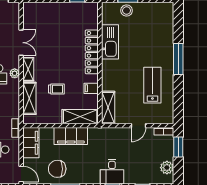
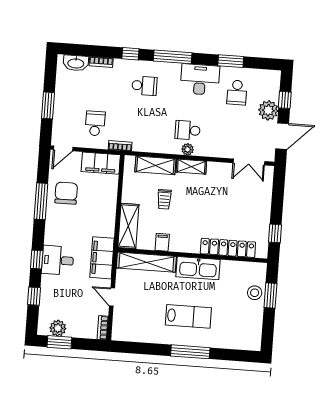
kitchen sink: (110, 42) -> (198, 268), moved
double door: (21, 43) -> (249, 162), moved
locker: (92, 52) -> (228, 248), moved
lab bench: (152, 85) -> (188, 316), moved
shelving: (108, 108) -> (146, 262), width x1.47
filing cabinet: (71, 136) -> (102, 258), moved
window: (178, 147) -> (59, 342), moved

